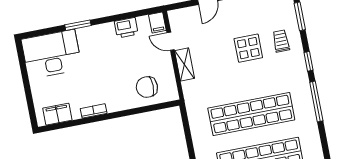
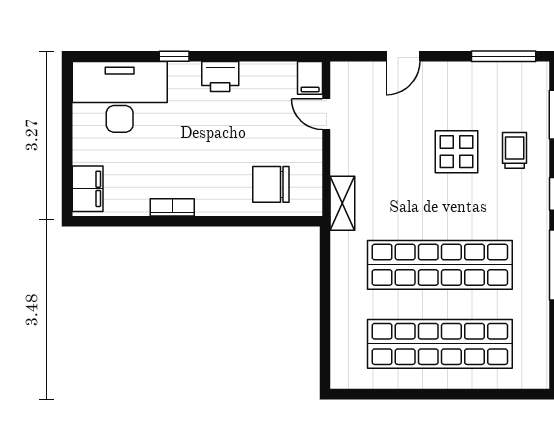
window: (78, 25) -> (174, 56), width x0.67
printer: (126, 28) -> (220, 77), moved
shelving: (184, 64) -> (342, 203), moved
filing cabinet: (57, 114) -> (88, 189), moved, turned 90

